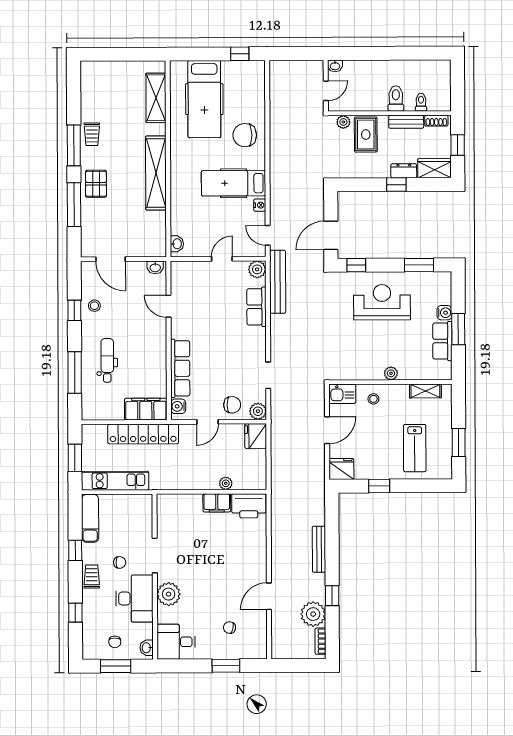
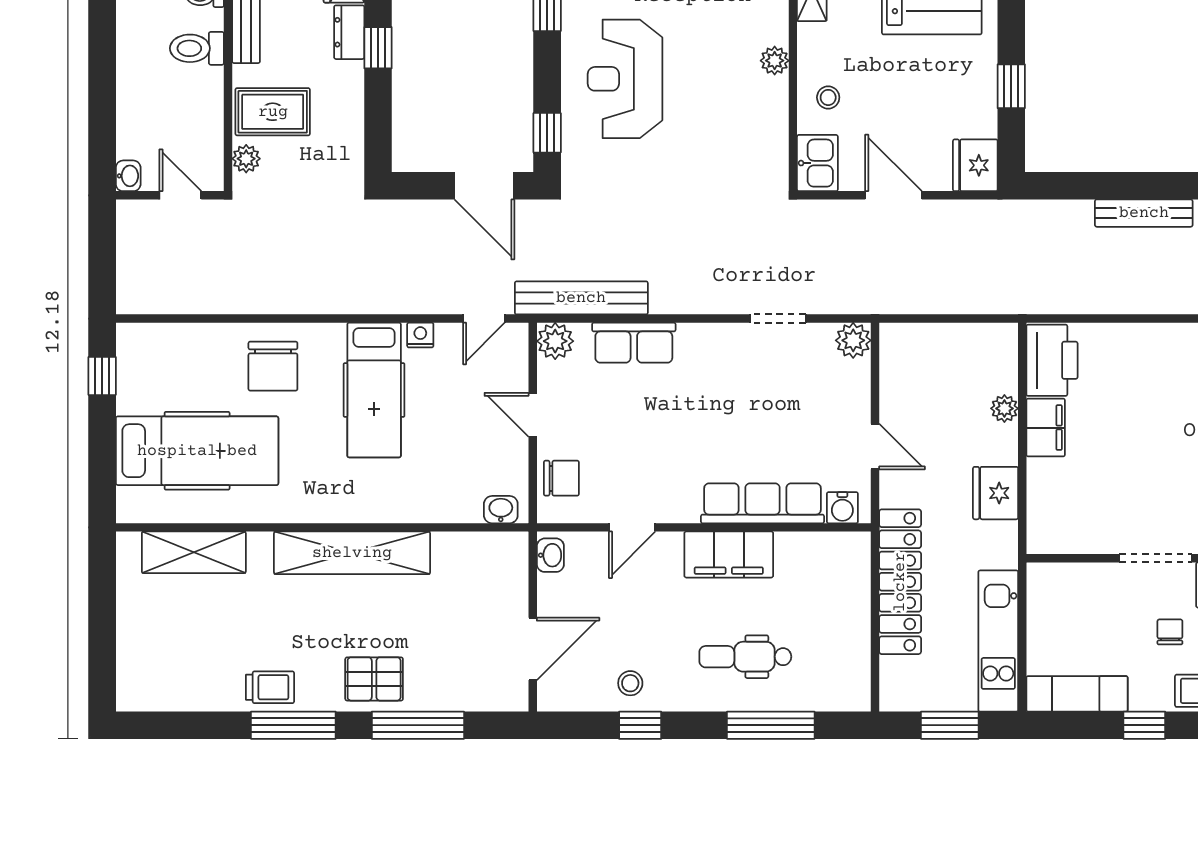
chair: (232, 405) -> (561, 478), moved, turned 90
filing cabinet: (146, 409) -> (729, 554), moved, turned -90
fridge: (256, 436) -> (996, 493), moved, turned 90

